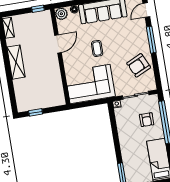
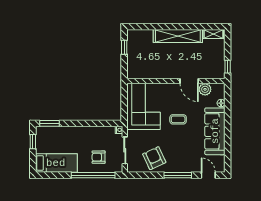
plant: (61, 14) -> (205, 89), moved
shelving: (16, 62) -> (178, 36), width x1.47

